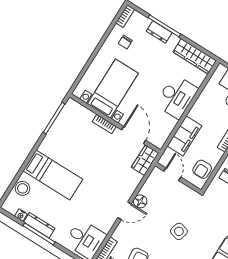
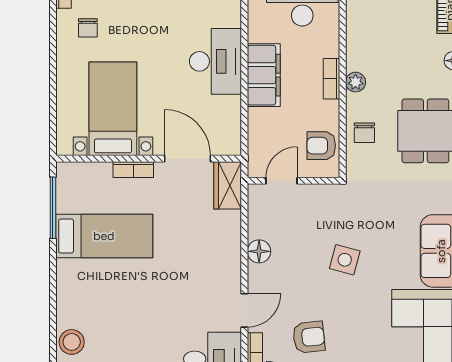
filing cabinet: (184, 136) -> (264, 75), moved
armchair: (202, 169) -> (321, 146), turned 90
door: (172, 174) -> (282, 181), hinge flipped
bed: (53, 175) -> (104, 236), moved
door: (125, 211) -> (244, 310), moved

